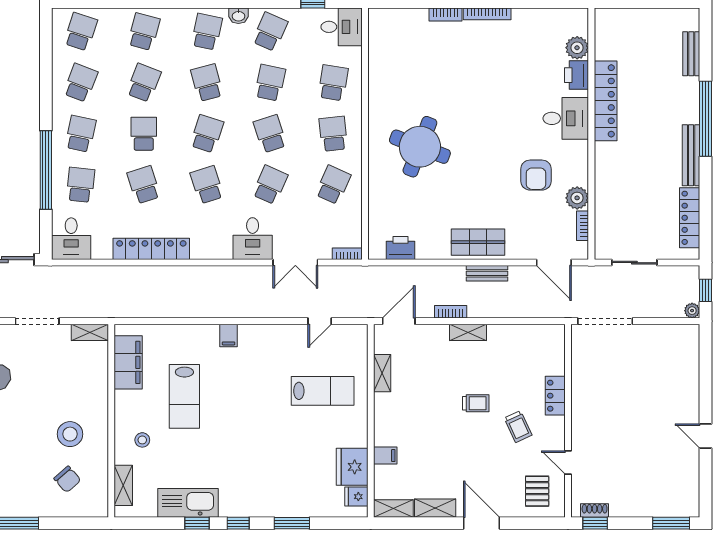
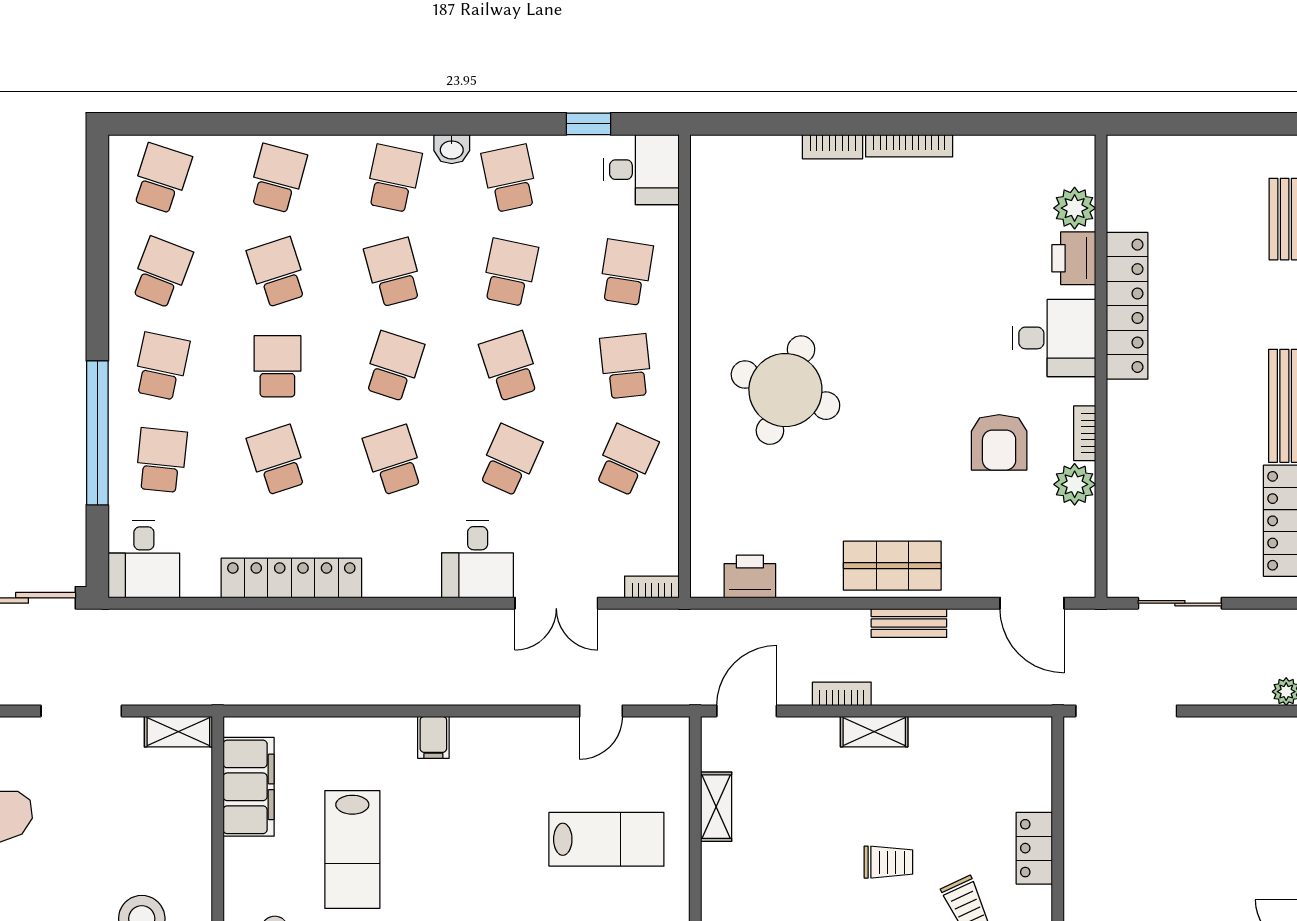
school desk: (270, 32) -> (510, 178), turned -36
school desk: (144, 83) -> (277, 272), turned -39
bookcase: (582, 226) -> (1085, 433), moved

